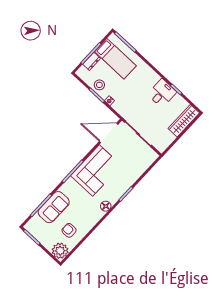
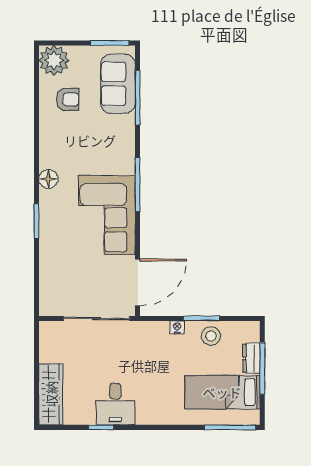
sofa: (54, 207) -> (118, 84), moved

